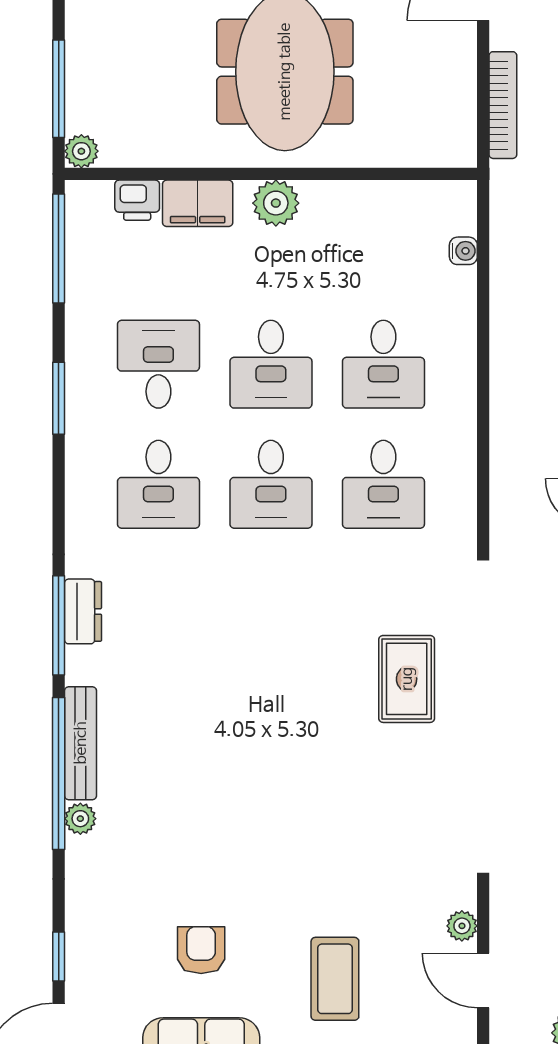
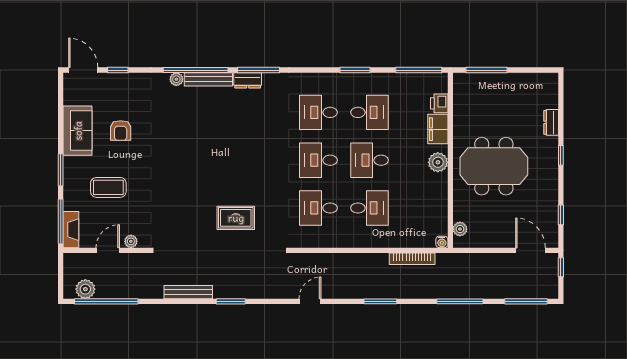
bookcase: (503, 105) -> (412, 259), moved
plant: (81, 151) -> (460, 229), moved
water cooler: (463, 251) -> (442, 242), moved
desk: (383, 364) -> (370, 208), turned 180
dresser: (83, 611) -> (248, 80), moved
armchair: (201, 950) -> (121, 130), turned 90

